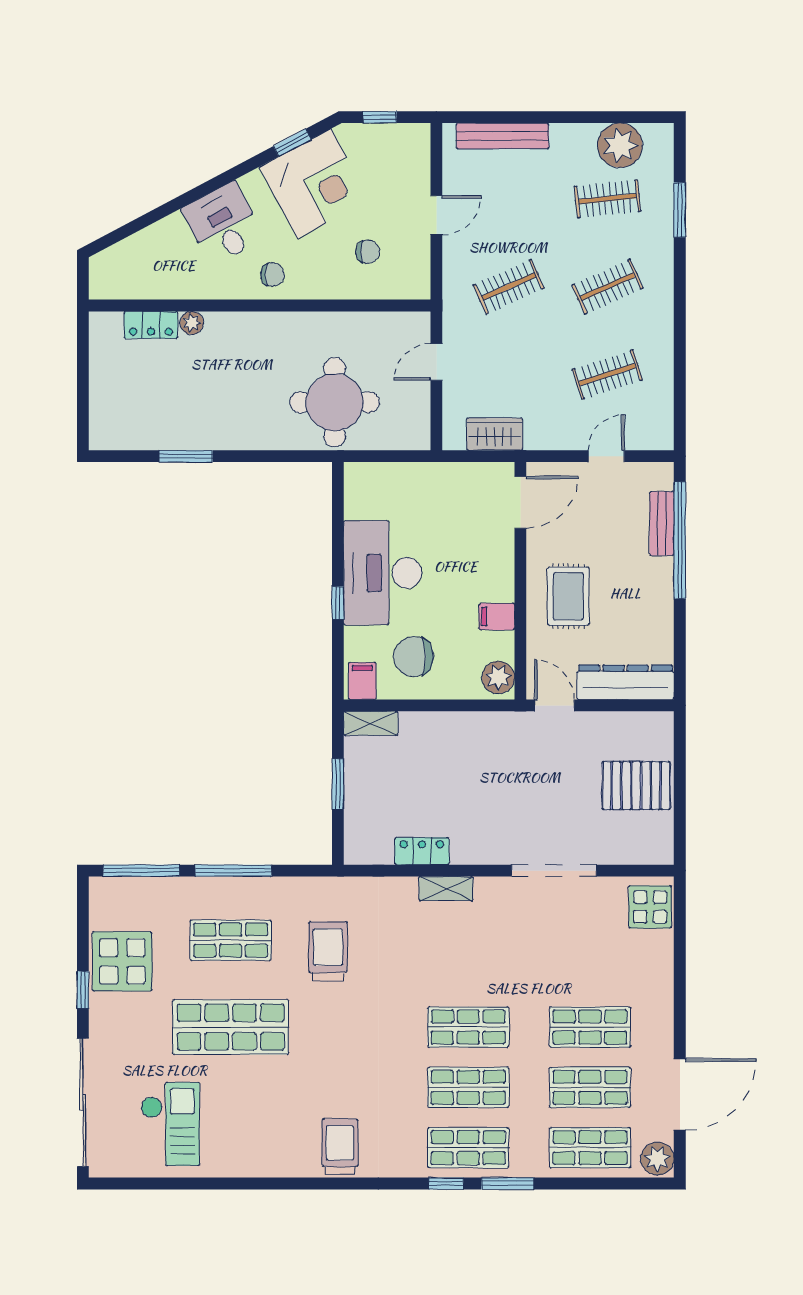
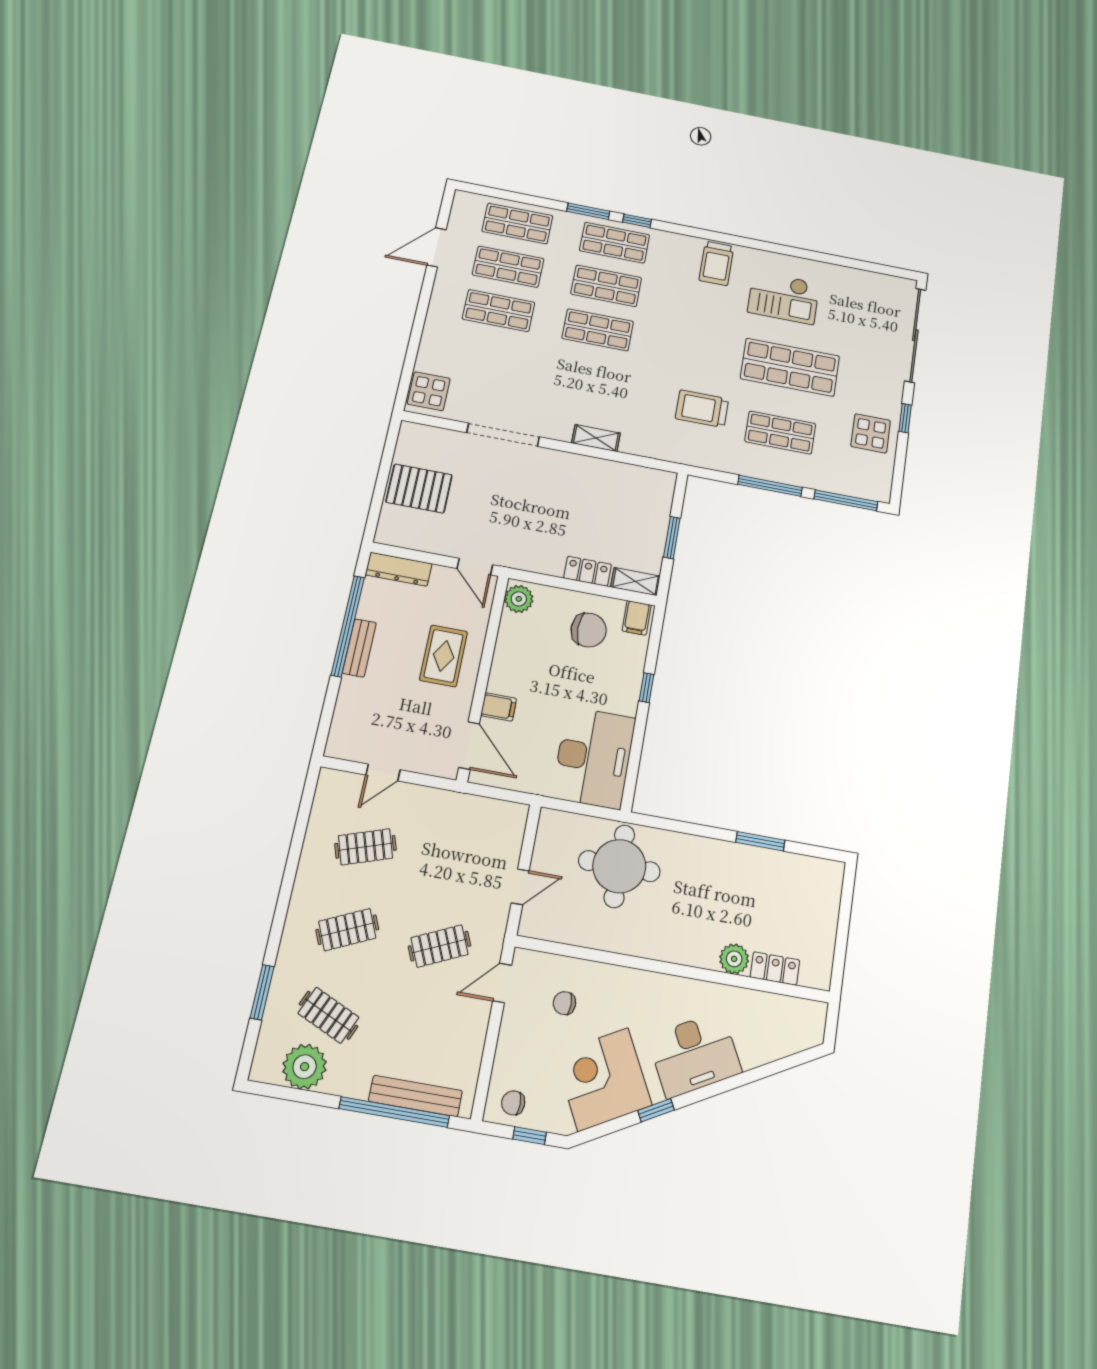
window: (520, 117) -> (394, 1112), added
window: (292, 143) -> (656, 1110), moved
clothes rail: (607, 199) -> (328, 1015), turned 30
door: (436, 215) -> (502, 983), moved
desk: (223, 224) -> (695, 1054), width x1.37
chair: (272, 275) -> (513, 1103), moved
plant: (192, 323) -> (734, 959), width x1.38, depth x1.38
wardrobe: (495, 434) -> (480, 811), removed
door: (520, 502) -> (469, 745), swing flipped
bench: (662, 524) -> (359, 648), moved
window: (680, 540) -> (348, 626), moved
desk: (383, 573) -> (594, 758), moved
filing cabinet: (497, 617) -> (499, 707), moved
dresser: (625, 682) -> (399, 569), width x0.73, depth x0.80
locker: (422, 851) -> (588, 571), moved, turned 180
trolley: (328, 951) -> (702, 409), turned 90
display table: (122, 961) -> (871, 433), width x0.73, depth x0.73
door: (680, 1094) -> (436, 247), width x0.73
checkout: (170, 1124) -> (784, 298), moved, turned -90
plant: (657, 1159) -> (465, 205), removed

